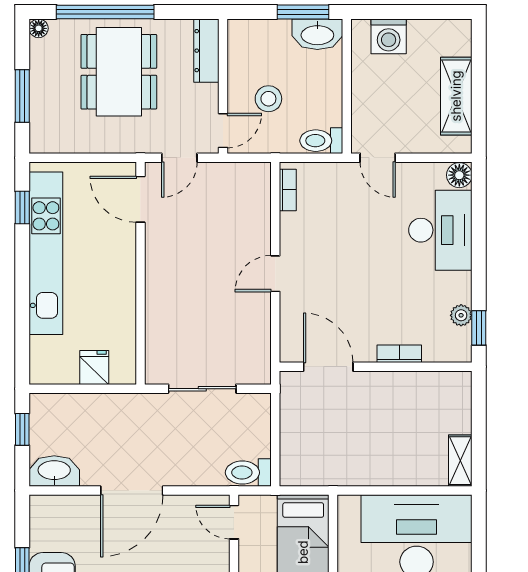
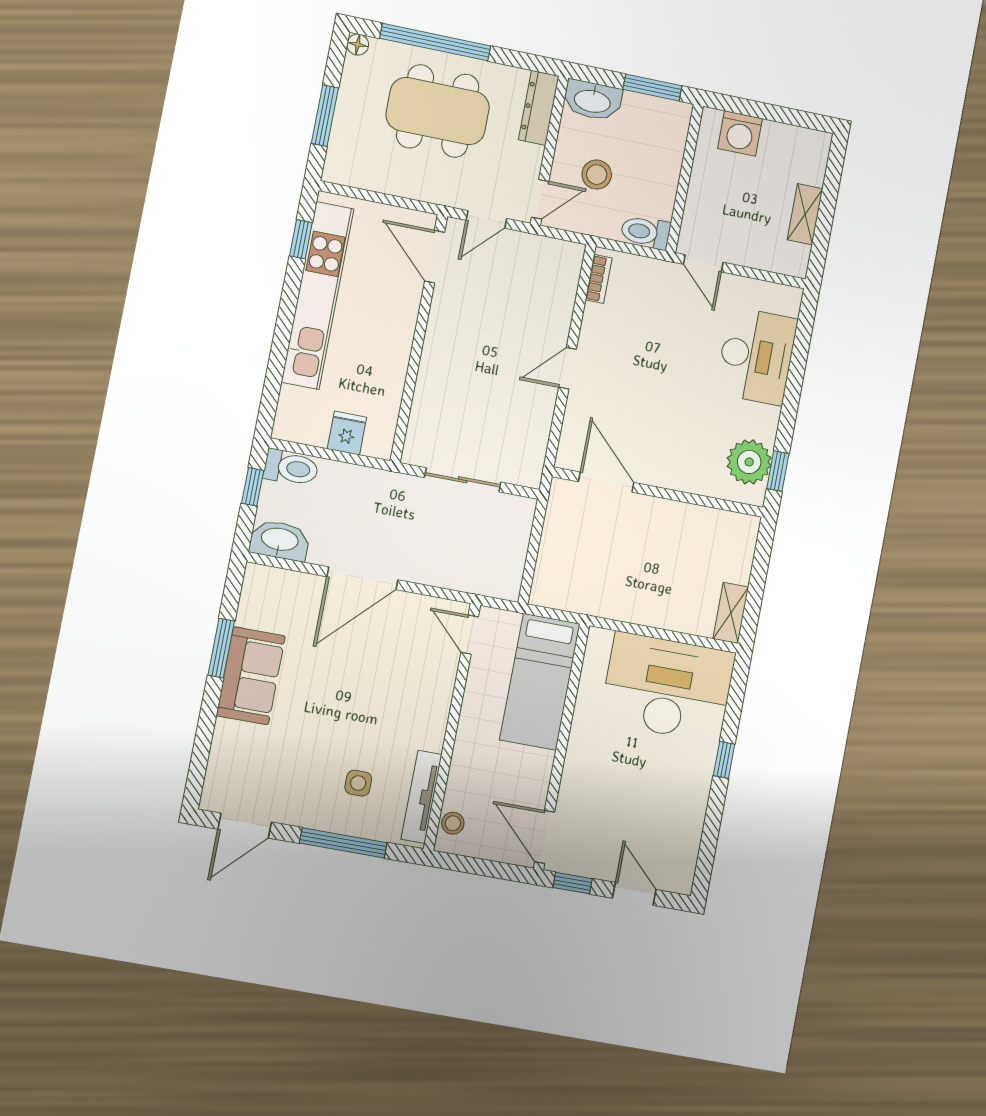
washbasin: (317, 34) -> (592, 100), moved
dining table: (119, 72) -> (438, 111), turned 90
shelving: (456, 96) -> (805, 214), width x0.67, depth x0.75
floor lamp: (459, 175) -> (788, 300), removed
plant: (461, 315) -> (749, 462), width x1.88, depth x1.88
bookcase: (399, 354) -> (686, 483), removed
toilet: (248, 473) -> (291, 468), moved, turned 180

